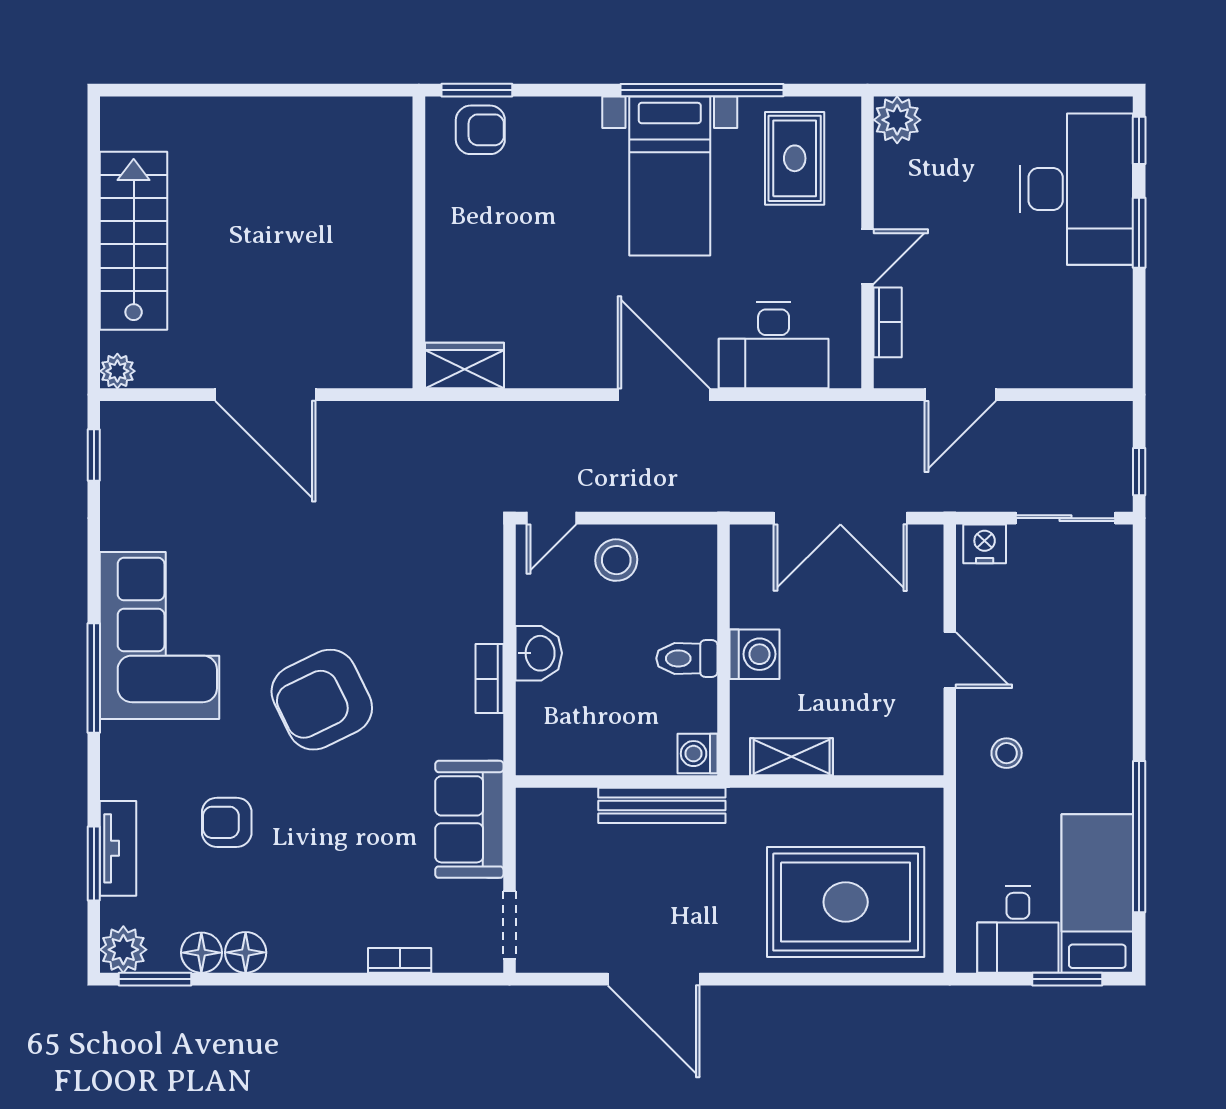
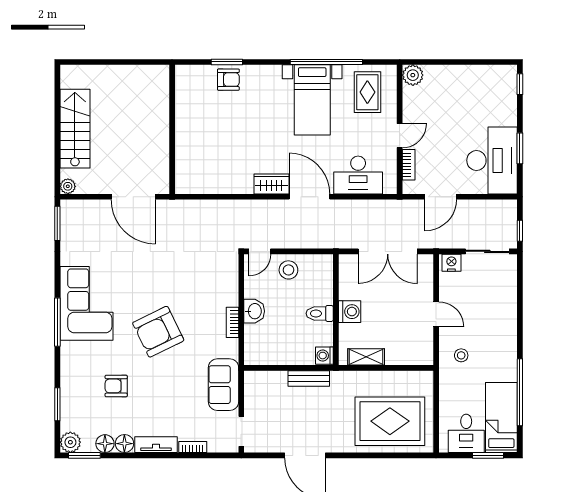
desk: (1076, 189) -> (492, 160), moved
window: (1139, 233) -> (520, 148), moved
wall: (419, 242) -> (172, 129), moved
wardrobe: (465, 366) -> (271, 184), moved
window: (94, 455) -> (57, 223), width x1.50
bench: (662, 805) -> (309, 379), width x0.73
tv unit: (118, 848) -> (156, 445), moved, turned -90

